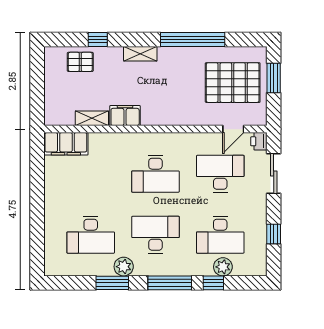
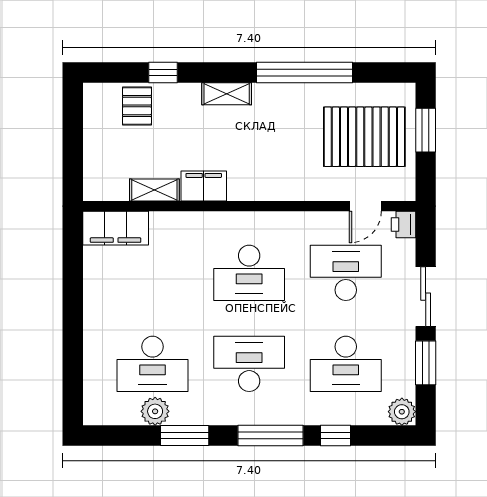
pallet: (80, 62) -> (137, 106), turned 90
sliding door: (274, 174) -> (426, 297), moved
window: (274, 234) -> (426, 363), width x1.50
plant: (124, 267) -> (155, 411), moved
plant: (223, 267) -> (402, 412), moved

